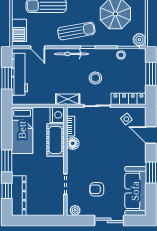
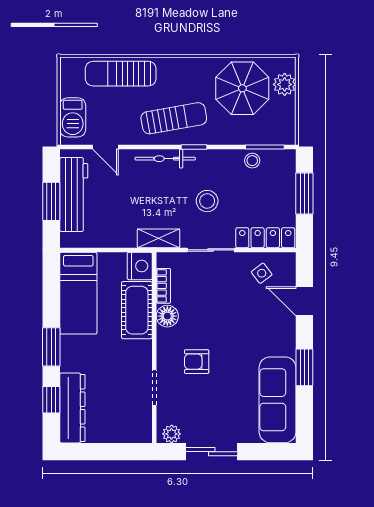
plant: (139, 40) -> (285, 84), moved
armchair: (97, 189) -> (197, 362), moved
sliding door: (109, 220) -> (212, 452), moved

